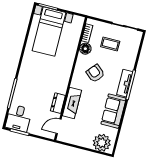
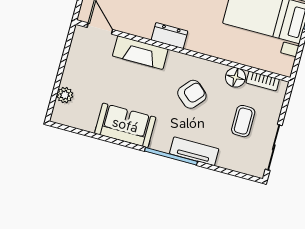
tv unit: (125, 83) -> (194, 151), moved
dresser: (58, 103) -> (169, 36), moved
plant: (102, 143) -> (65, 95), width x0.53, depth x0.53

